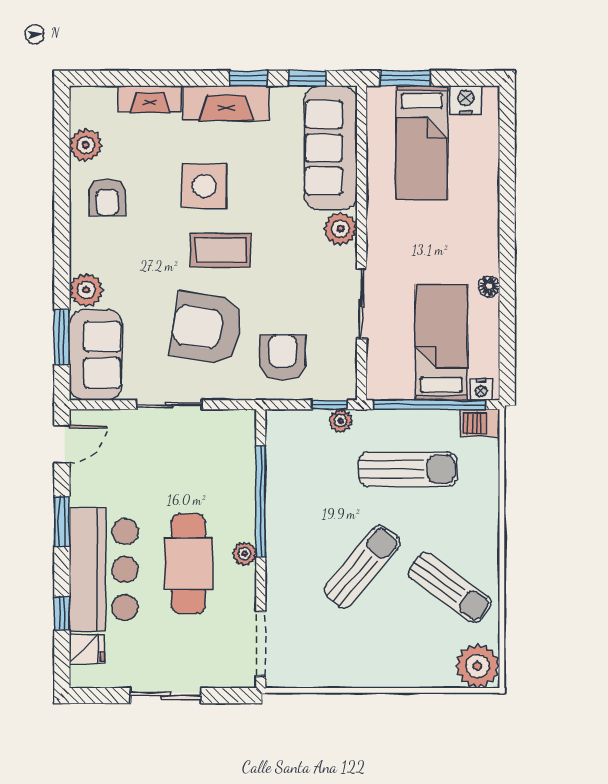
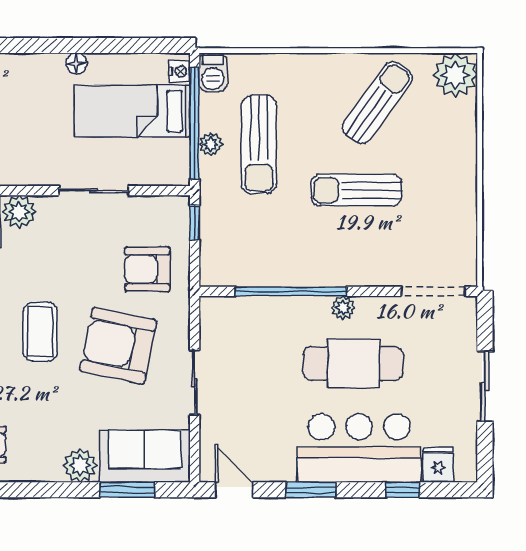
armchair: (206, 328) -> (118, 346), turned 92
plant: (341, 421) -> (211, 144), moved
sun lounger: (408, 469) -> (259, 145), turned 180
sun lounger: (362, 567) -> (356, 190), turned -40

